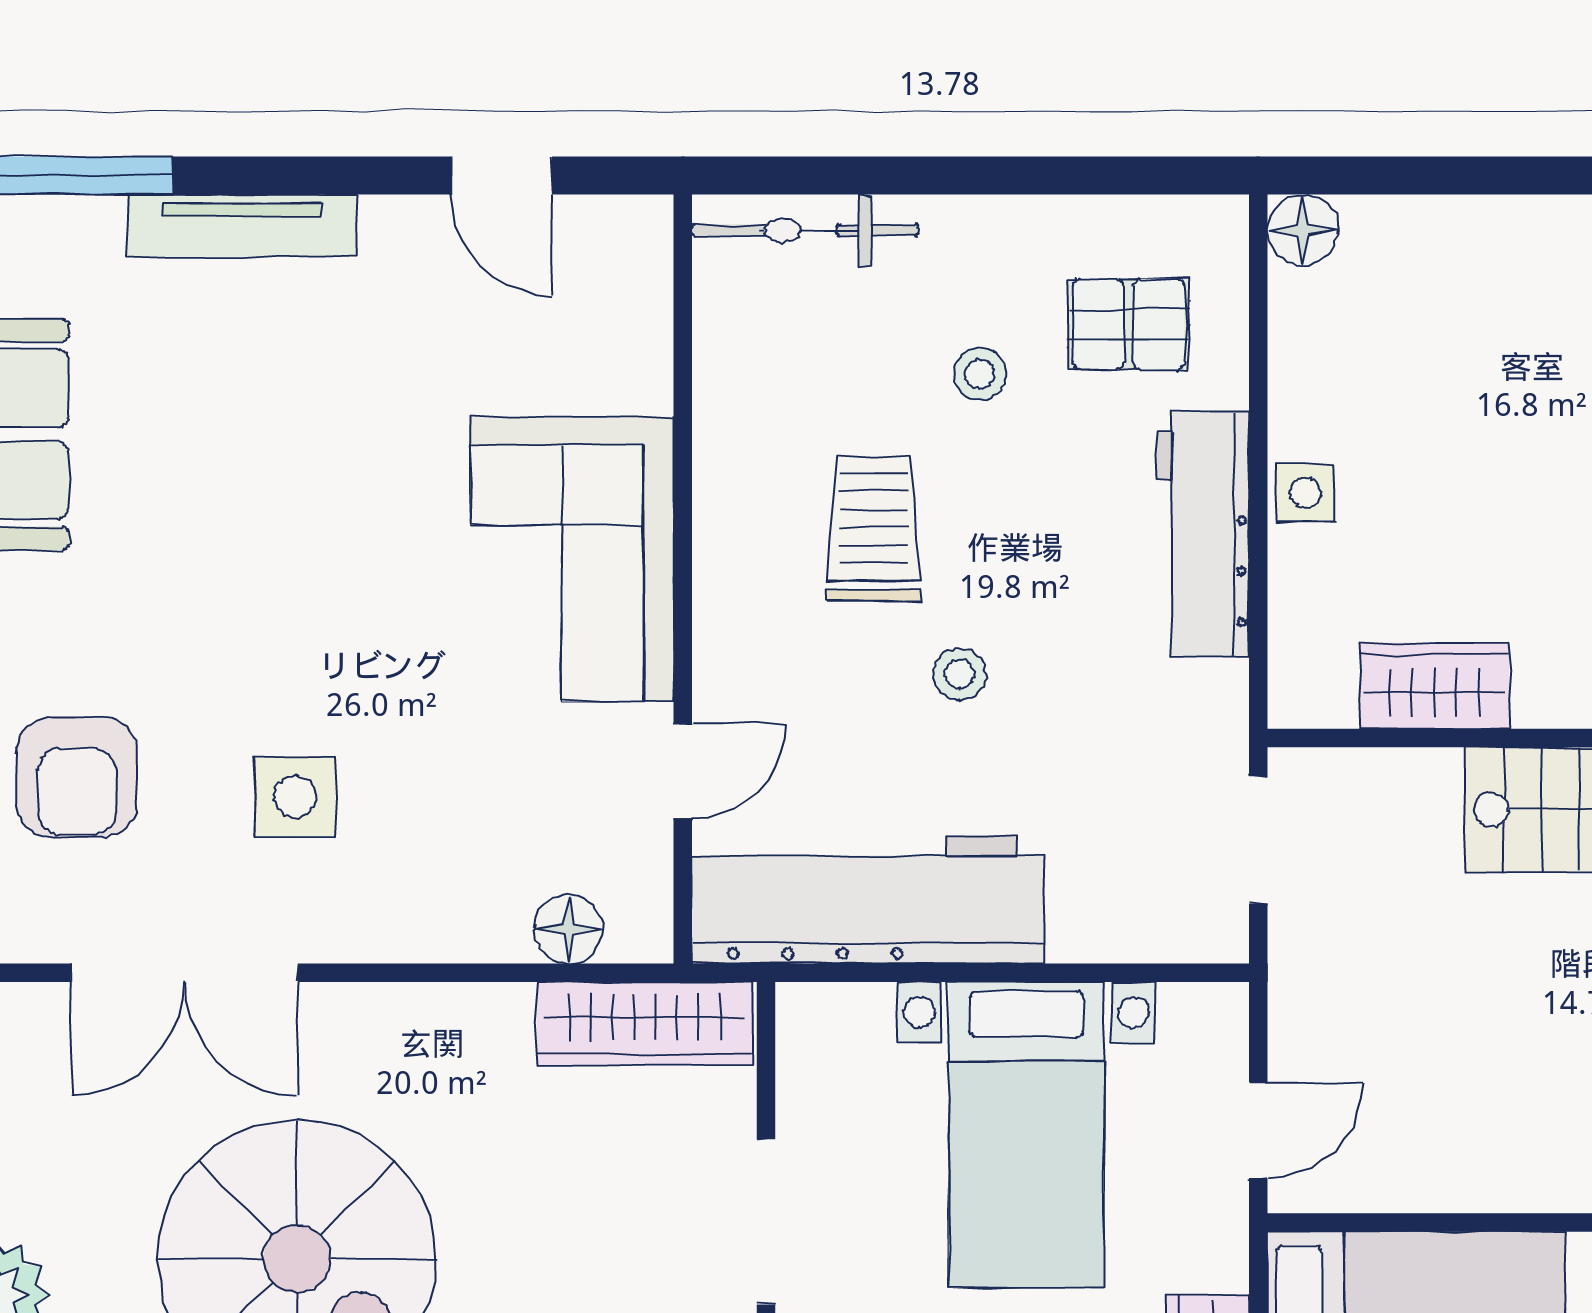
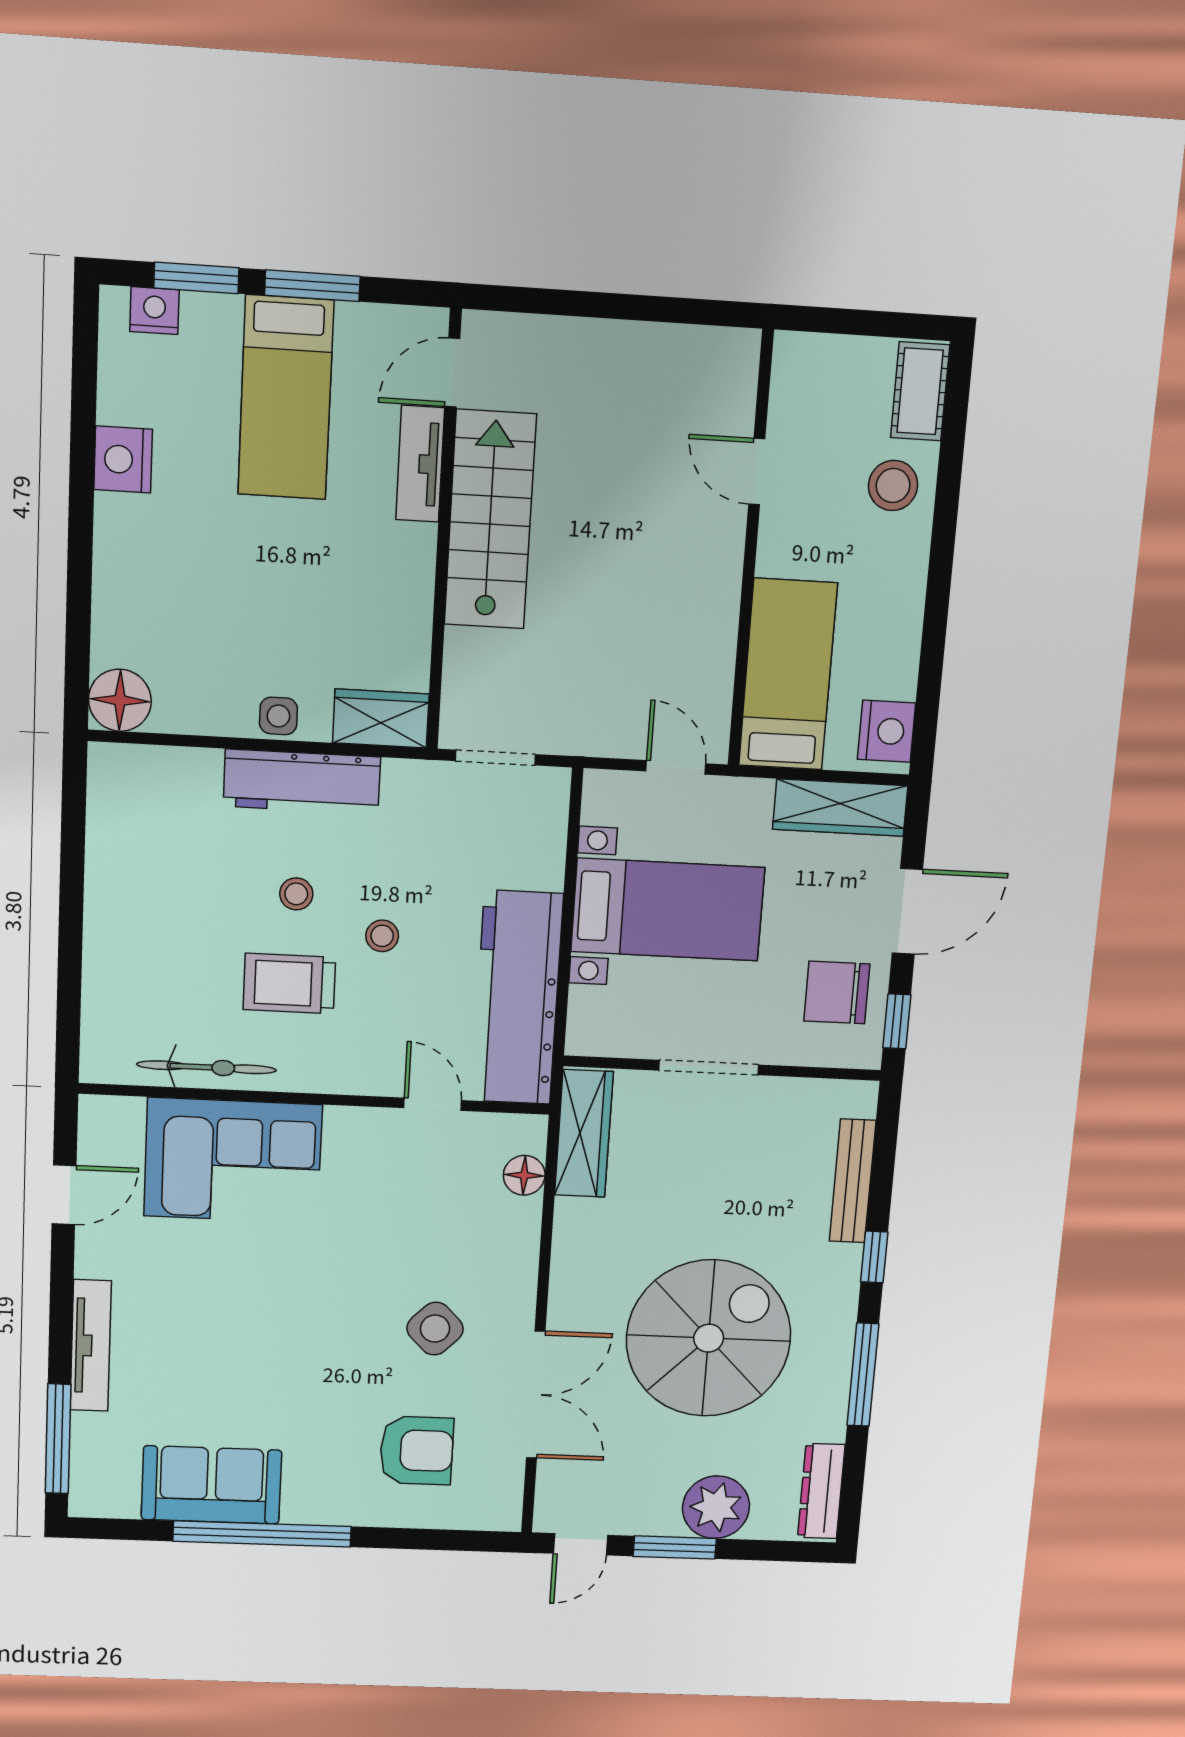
bicycle: (805, 230) -> (206, 1067), moved, turned -90
floor lamp: (1303, 230) -> (120, 700), width x1.38, depth x1.38
pallet: (1129, 324) -> (168, 821), removed
stool: (980, 374) -> (296, 894), moved
corner sofa: (572, 559) -> (233, 1160), moved
wardrobe: (1435, 686) -> (381, 718), moved, turned 90
side table: (295, 796) -> (435, 1329), turned 45

